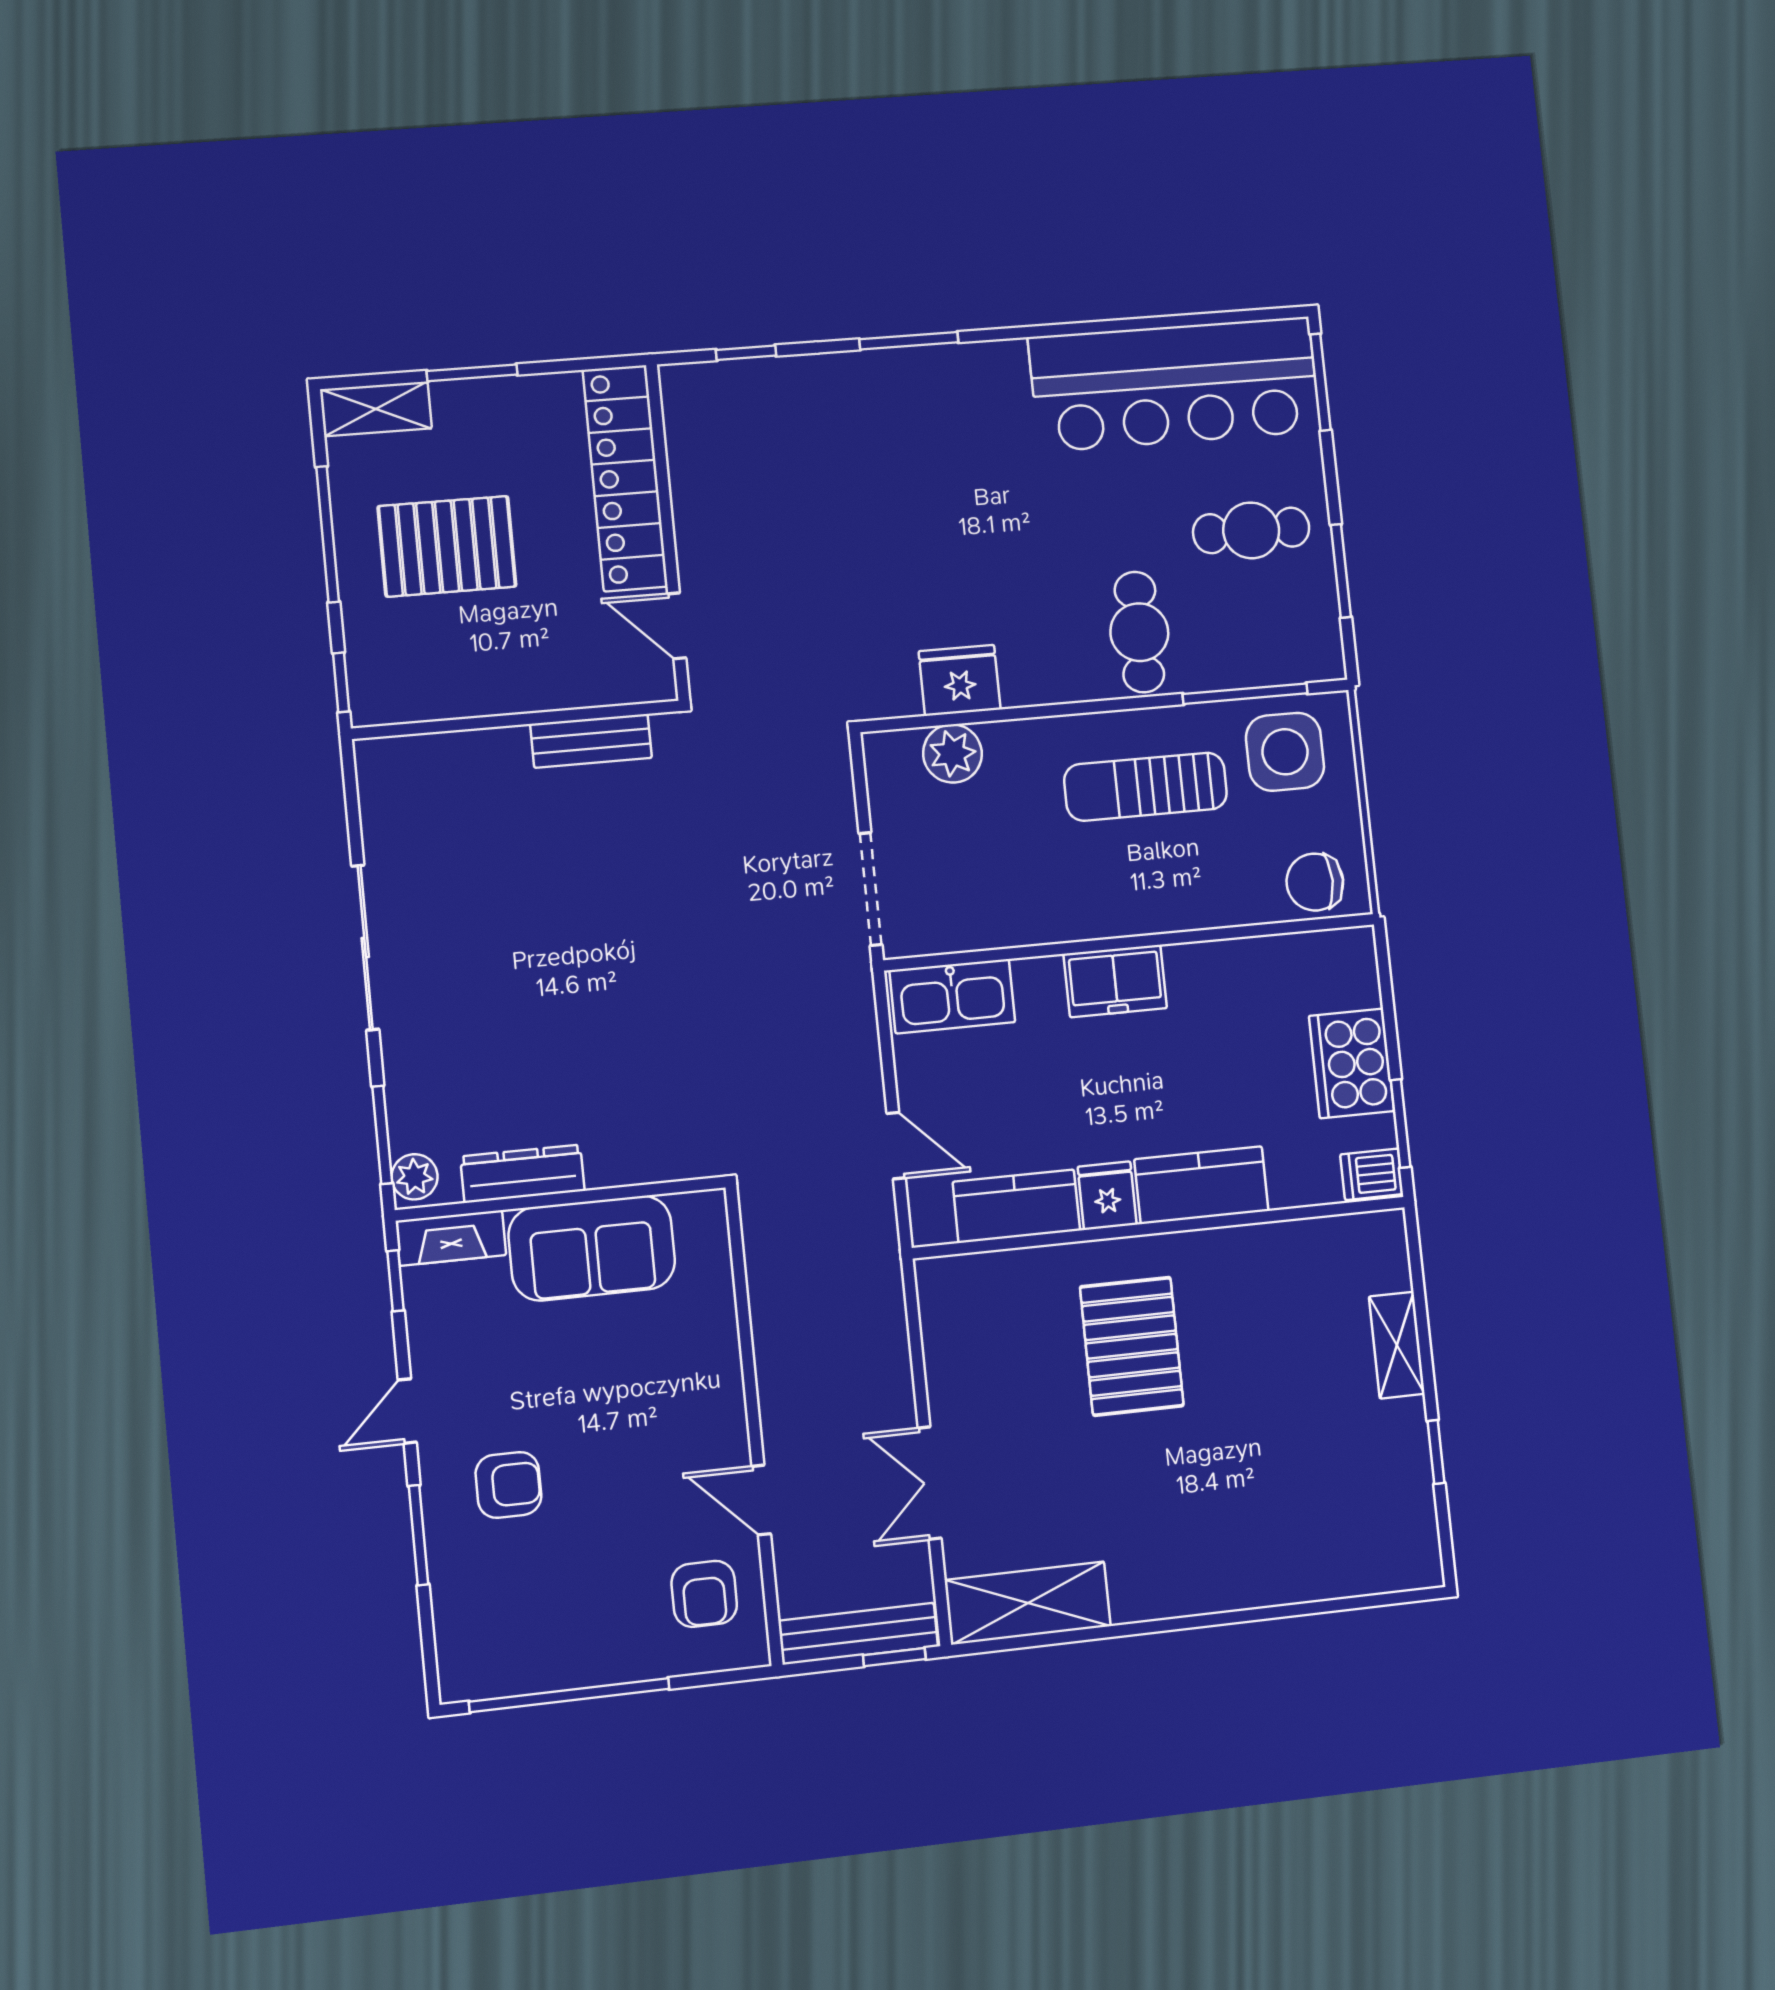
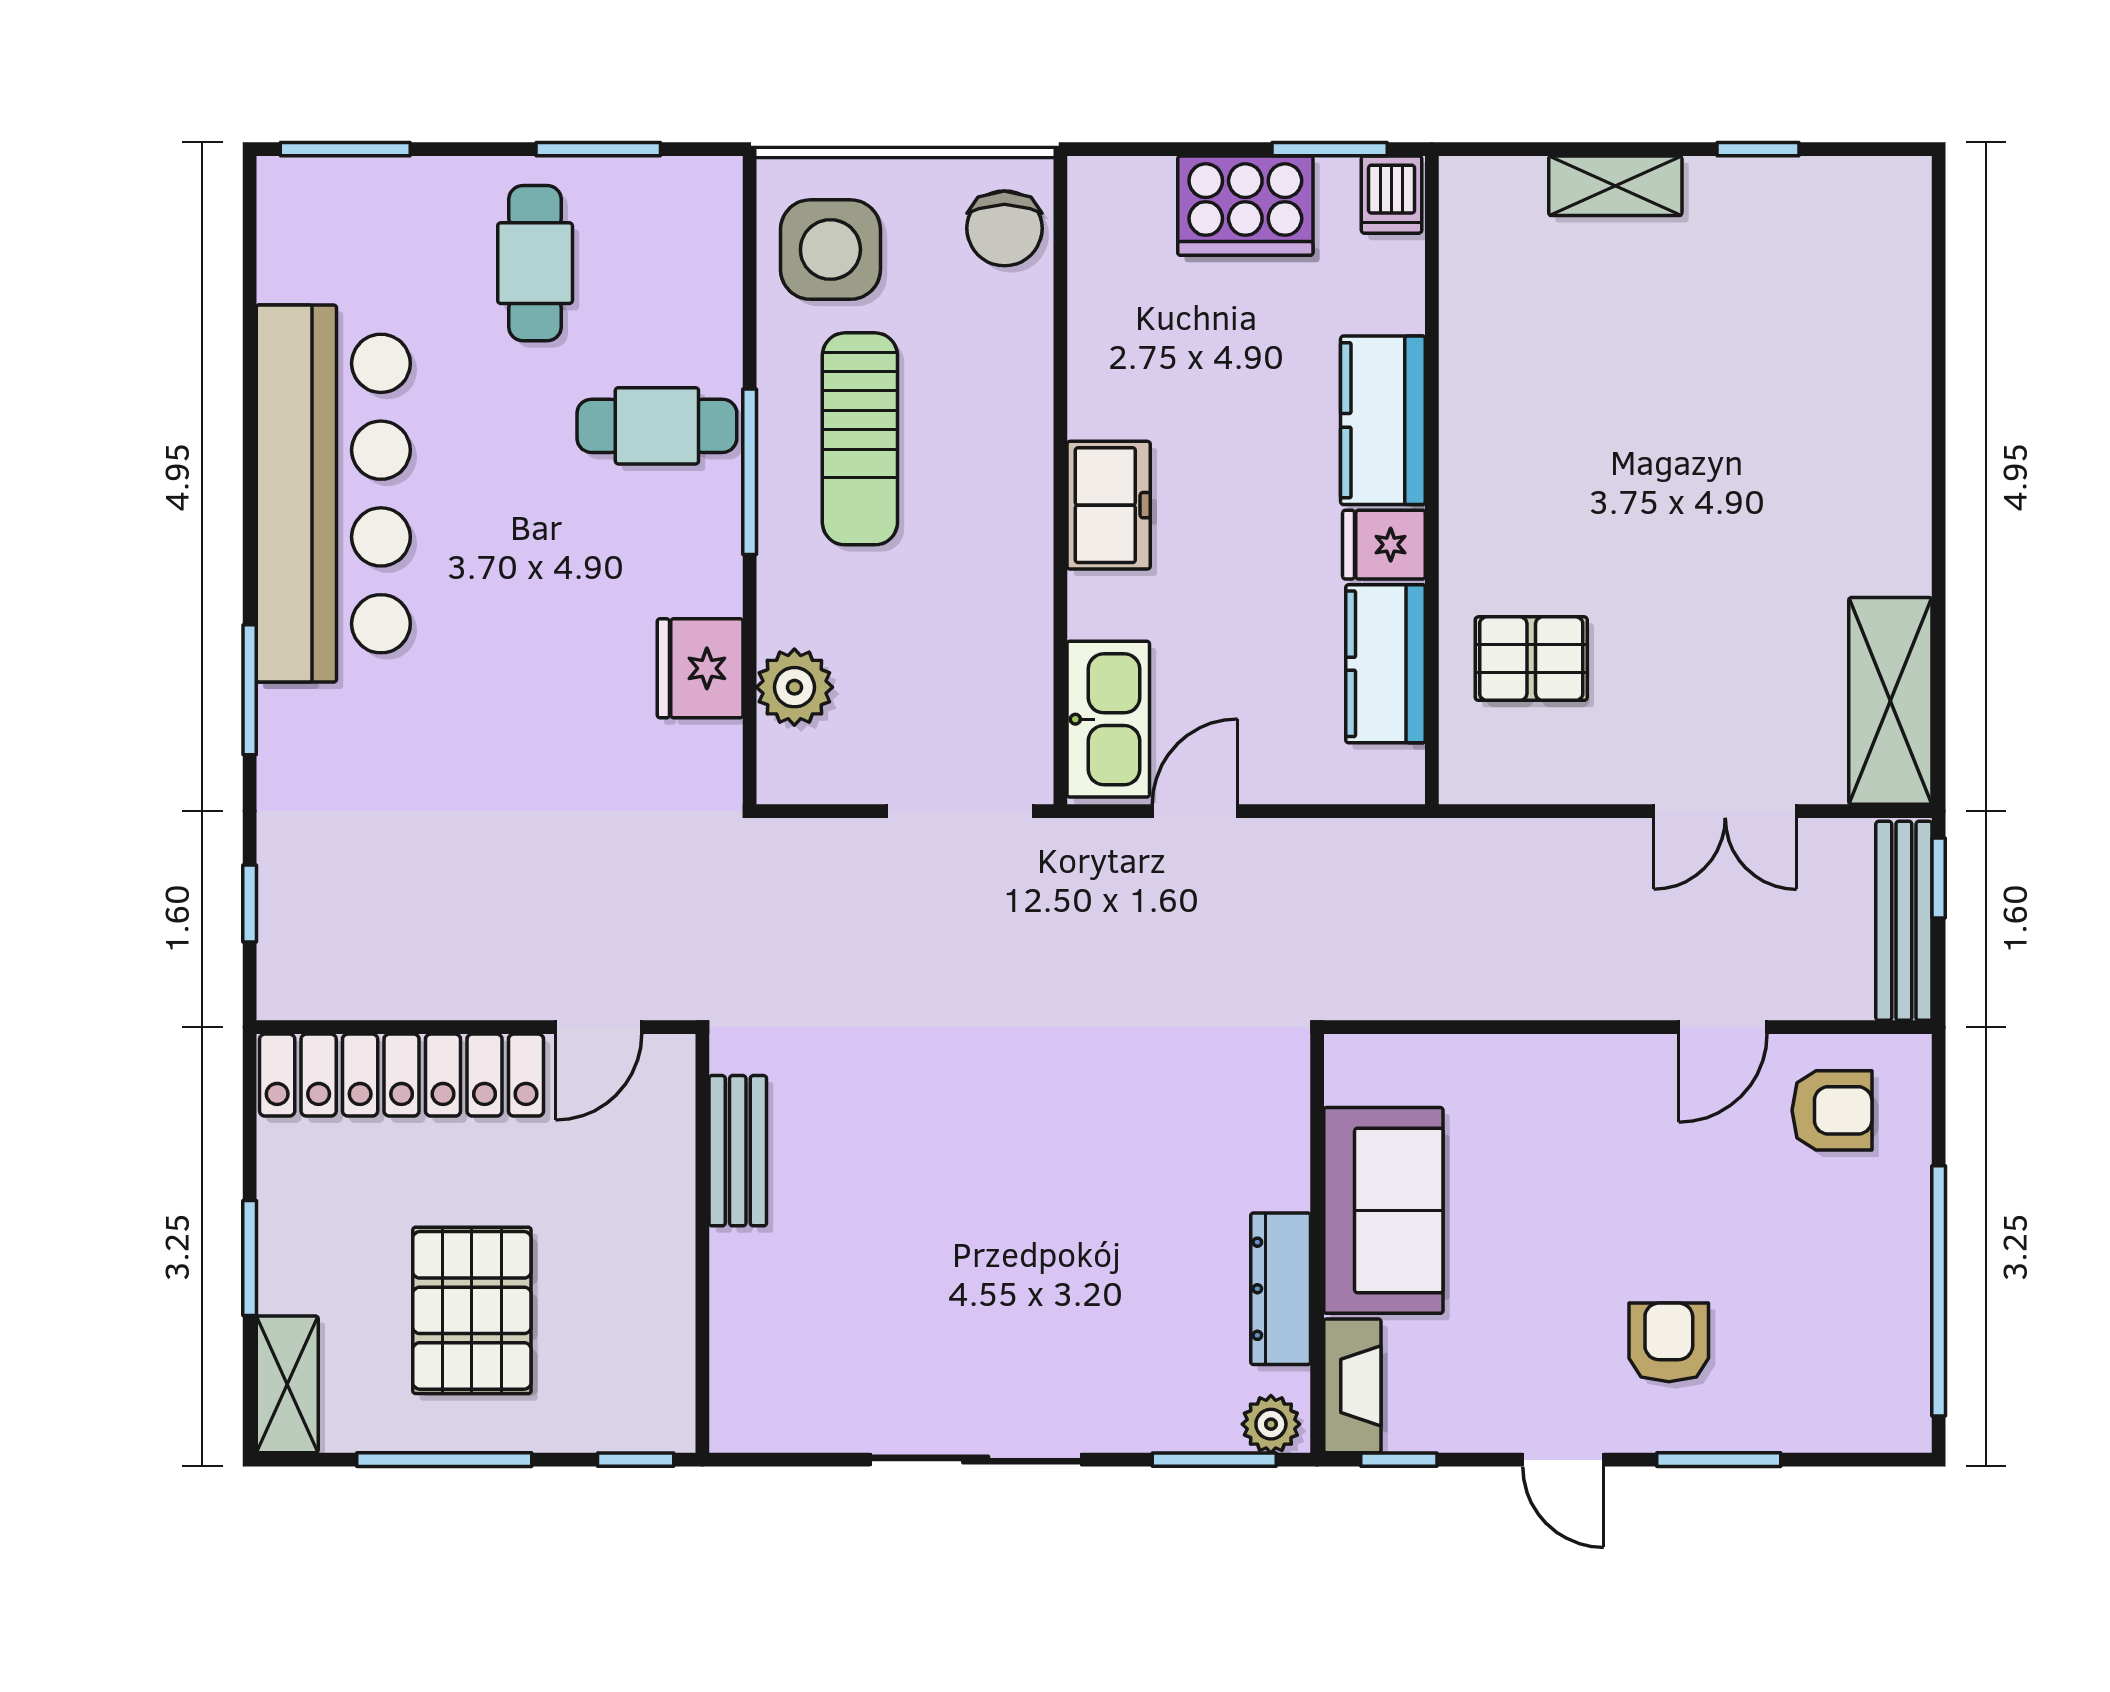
bar counter: (1175, 384) -> (333, 494), moved
window: (1245, 694) -> (750, 472), moved
door: (896, 1146) -> (1195, 811), moved
pallet: (1132, 1346) -> (1531, 659), moved, width x0.67, depth x0.71

